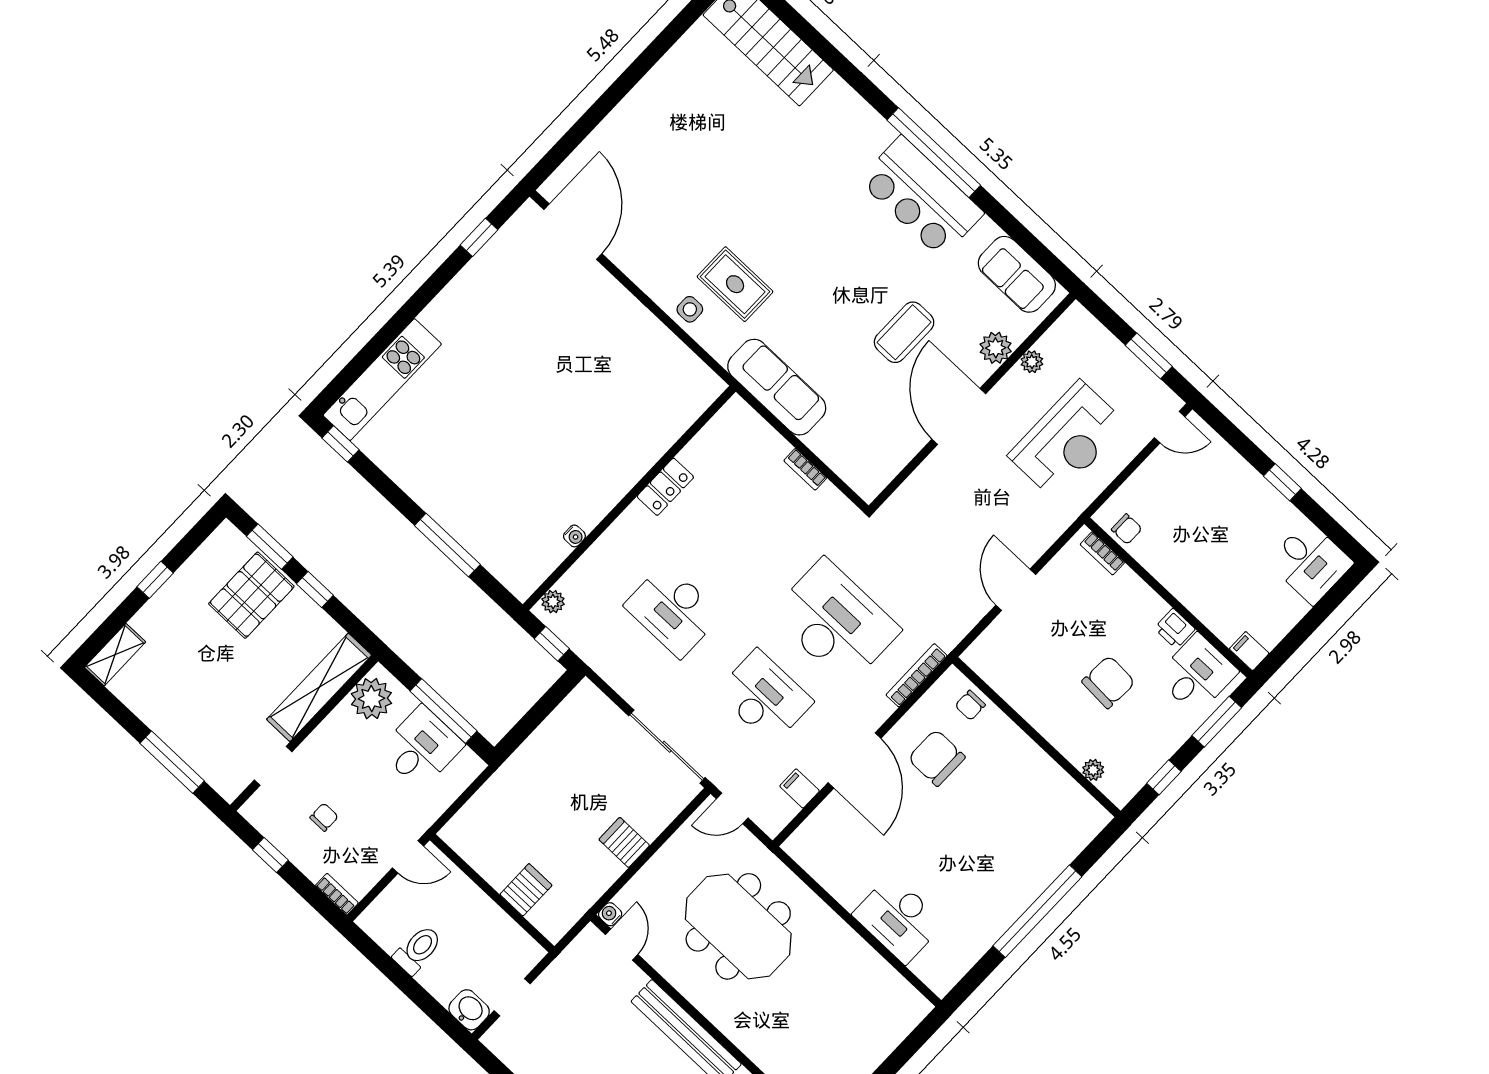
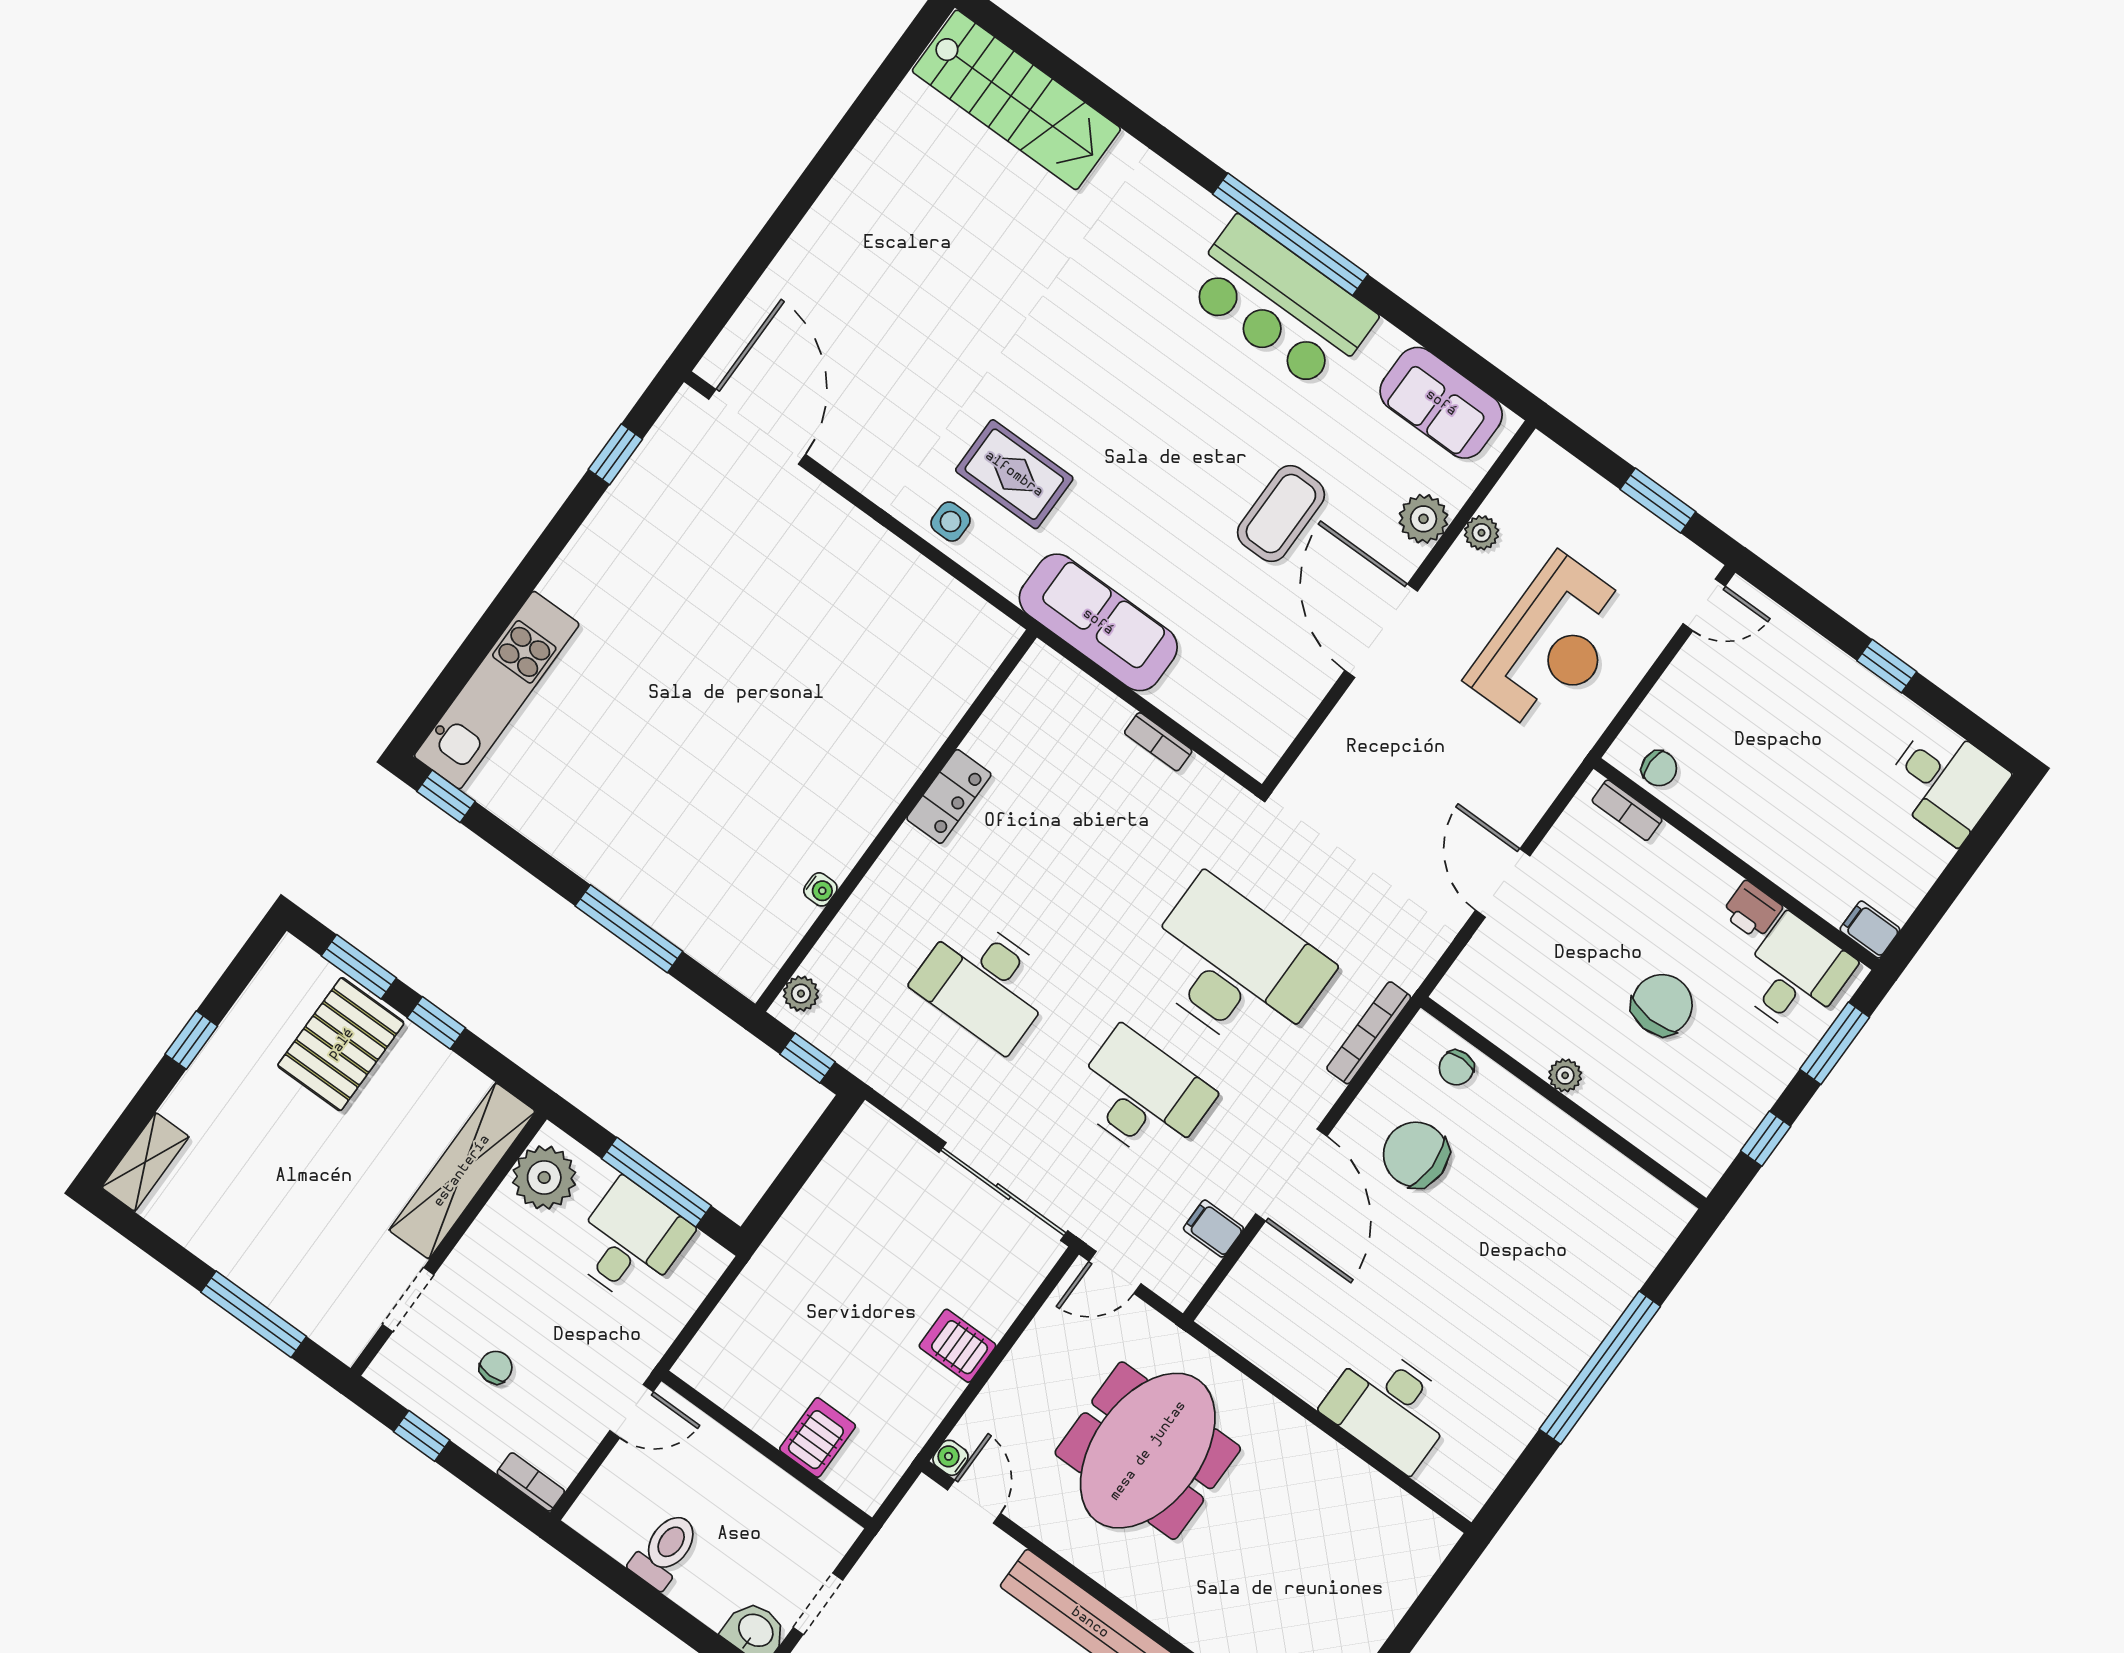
plant: (1093, 770) -> (1565, 1075), moved
meeting table: (738, 926) -> (1148, 1451), turned 90

